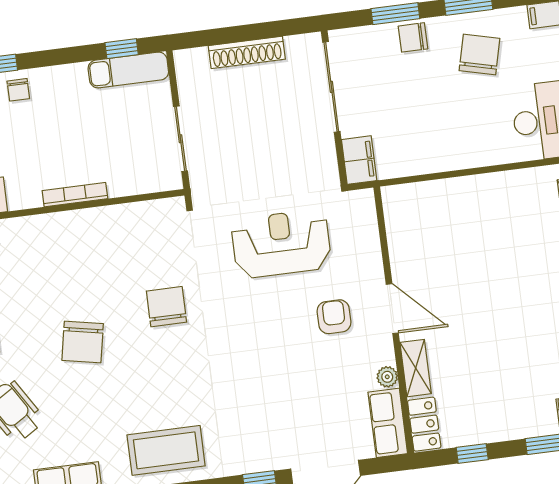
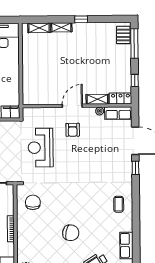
chair: (166, 307) -> (33, 202), moved, turned 90
armchair: (334, 317) -> (73, 130), turned -90
coffee table: (166, 450) -> (119, 204), width x0.54, depth x0.58

